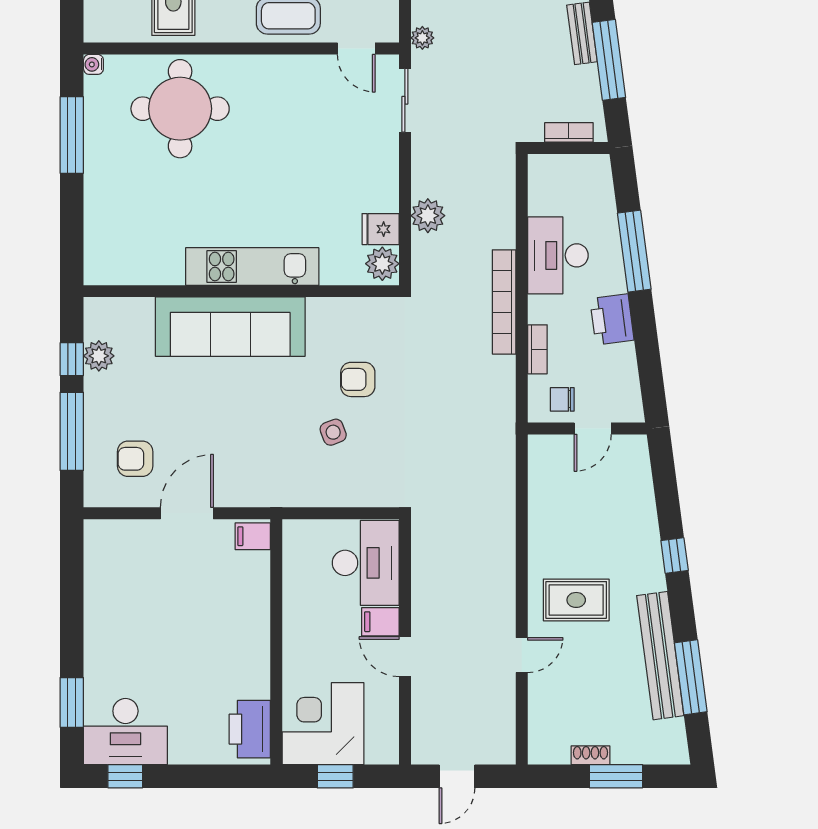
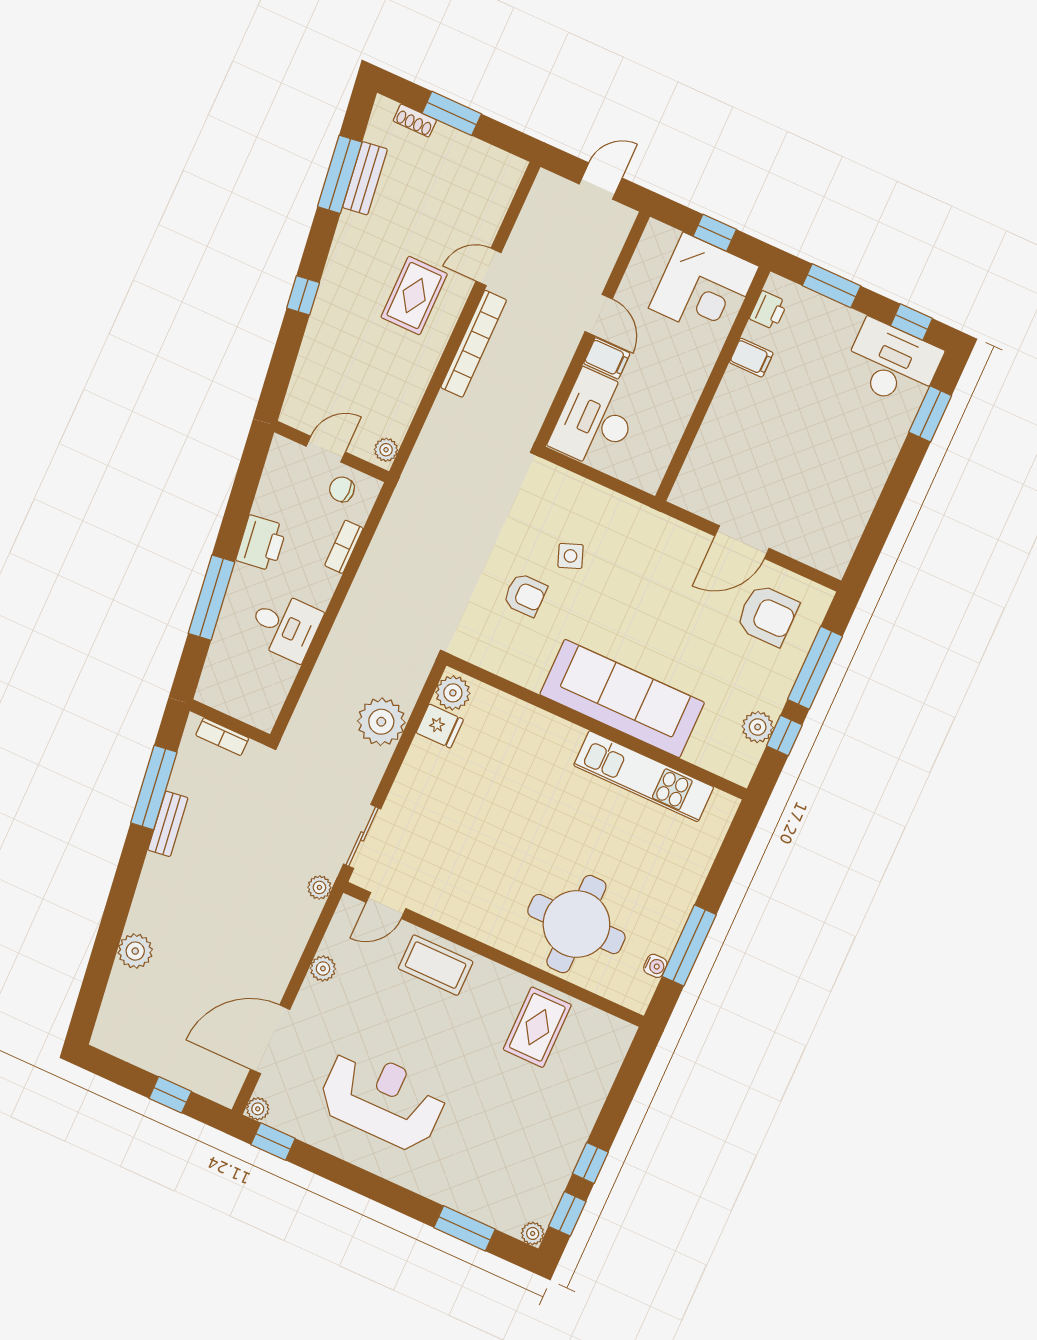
door: (356, 49) -> (386, 906), swing flipped
water cooler: (93, 64) -> (655, 966), moved
plant: (428, 216) -> (381, 722), width x1.36, depth x1.36
desk: (558, 255) -> (285, 626), width x0.73
kitchen unit: (252, 266) -> (644, 776), moved
bookcase: (504, 302) -> (474, 344), moved
chair: (562, 399) -> (342, 489), turned 180
plant: (539, 452) -> (386, 450), added
armchair: (135, 459) -> (767, 615), width x1.38, depth x1.38
filing cabinet: (253, 536) -> (751, 358), moved
rug: (576, 600) -> (414, 296), turned 90
bench: (660, 656) -> (365, 178), width x0.54, depth x0.82
printer: (250, 729) -> (768, 310), width x0.53, depth x0.68
shoe rack: (591, 755) -> (415, 121), moved
window: (211, 776) -> (832, 286), added

